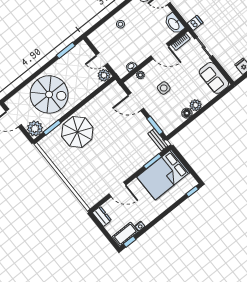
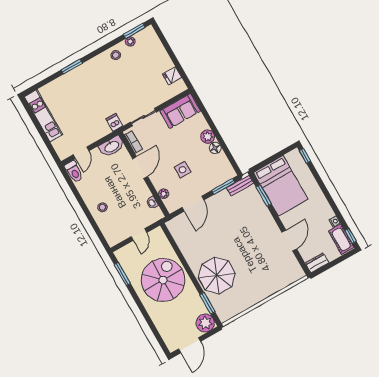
plant: (104, 75) -> (157, 235), removed
spiral stairs: (49, 94) -> (163, 280), moved

